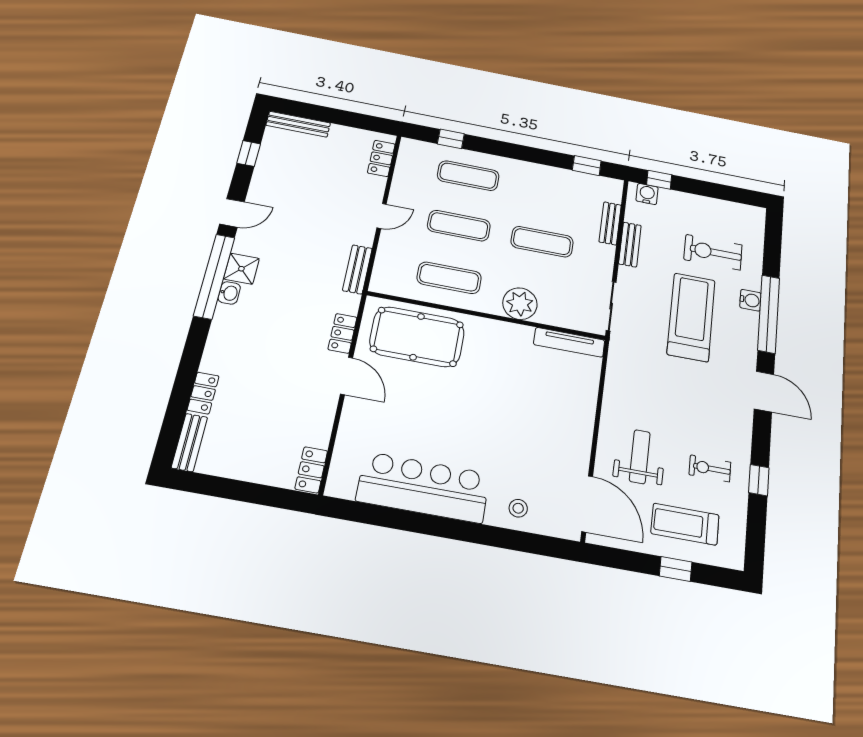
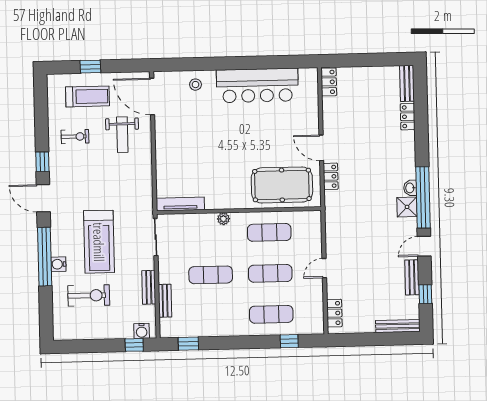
bench: (357, 269) -> (412, 277), moved
plant: (520, 304) -> (223, 219), width x0.53, depth x0.53
window: (759, 480) -> (42, 162), moved

